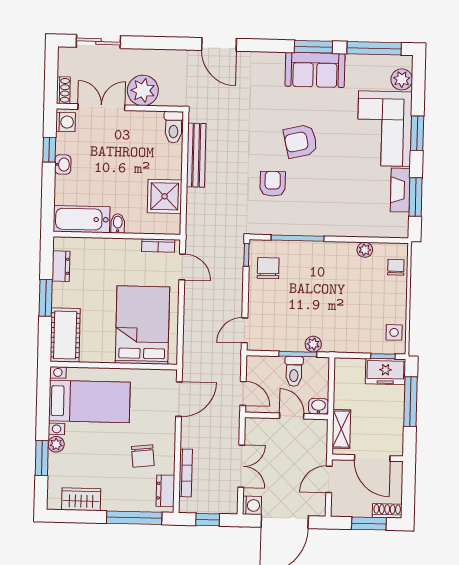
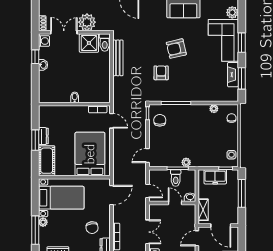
shower: (165, 196) -> (89, 43), moved
bathtub: (82, 219) -> (54, 95), removed
dresser: (61, 266) -> (43, 136), moved
freezer: (385, 372) -> (215, 177), moved
window: (42, 458) -> (35, 230), width x1.44

